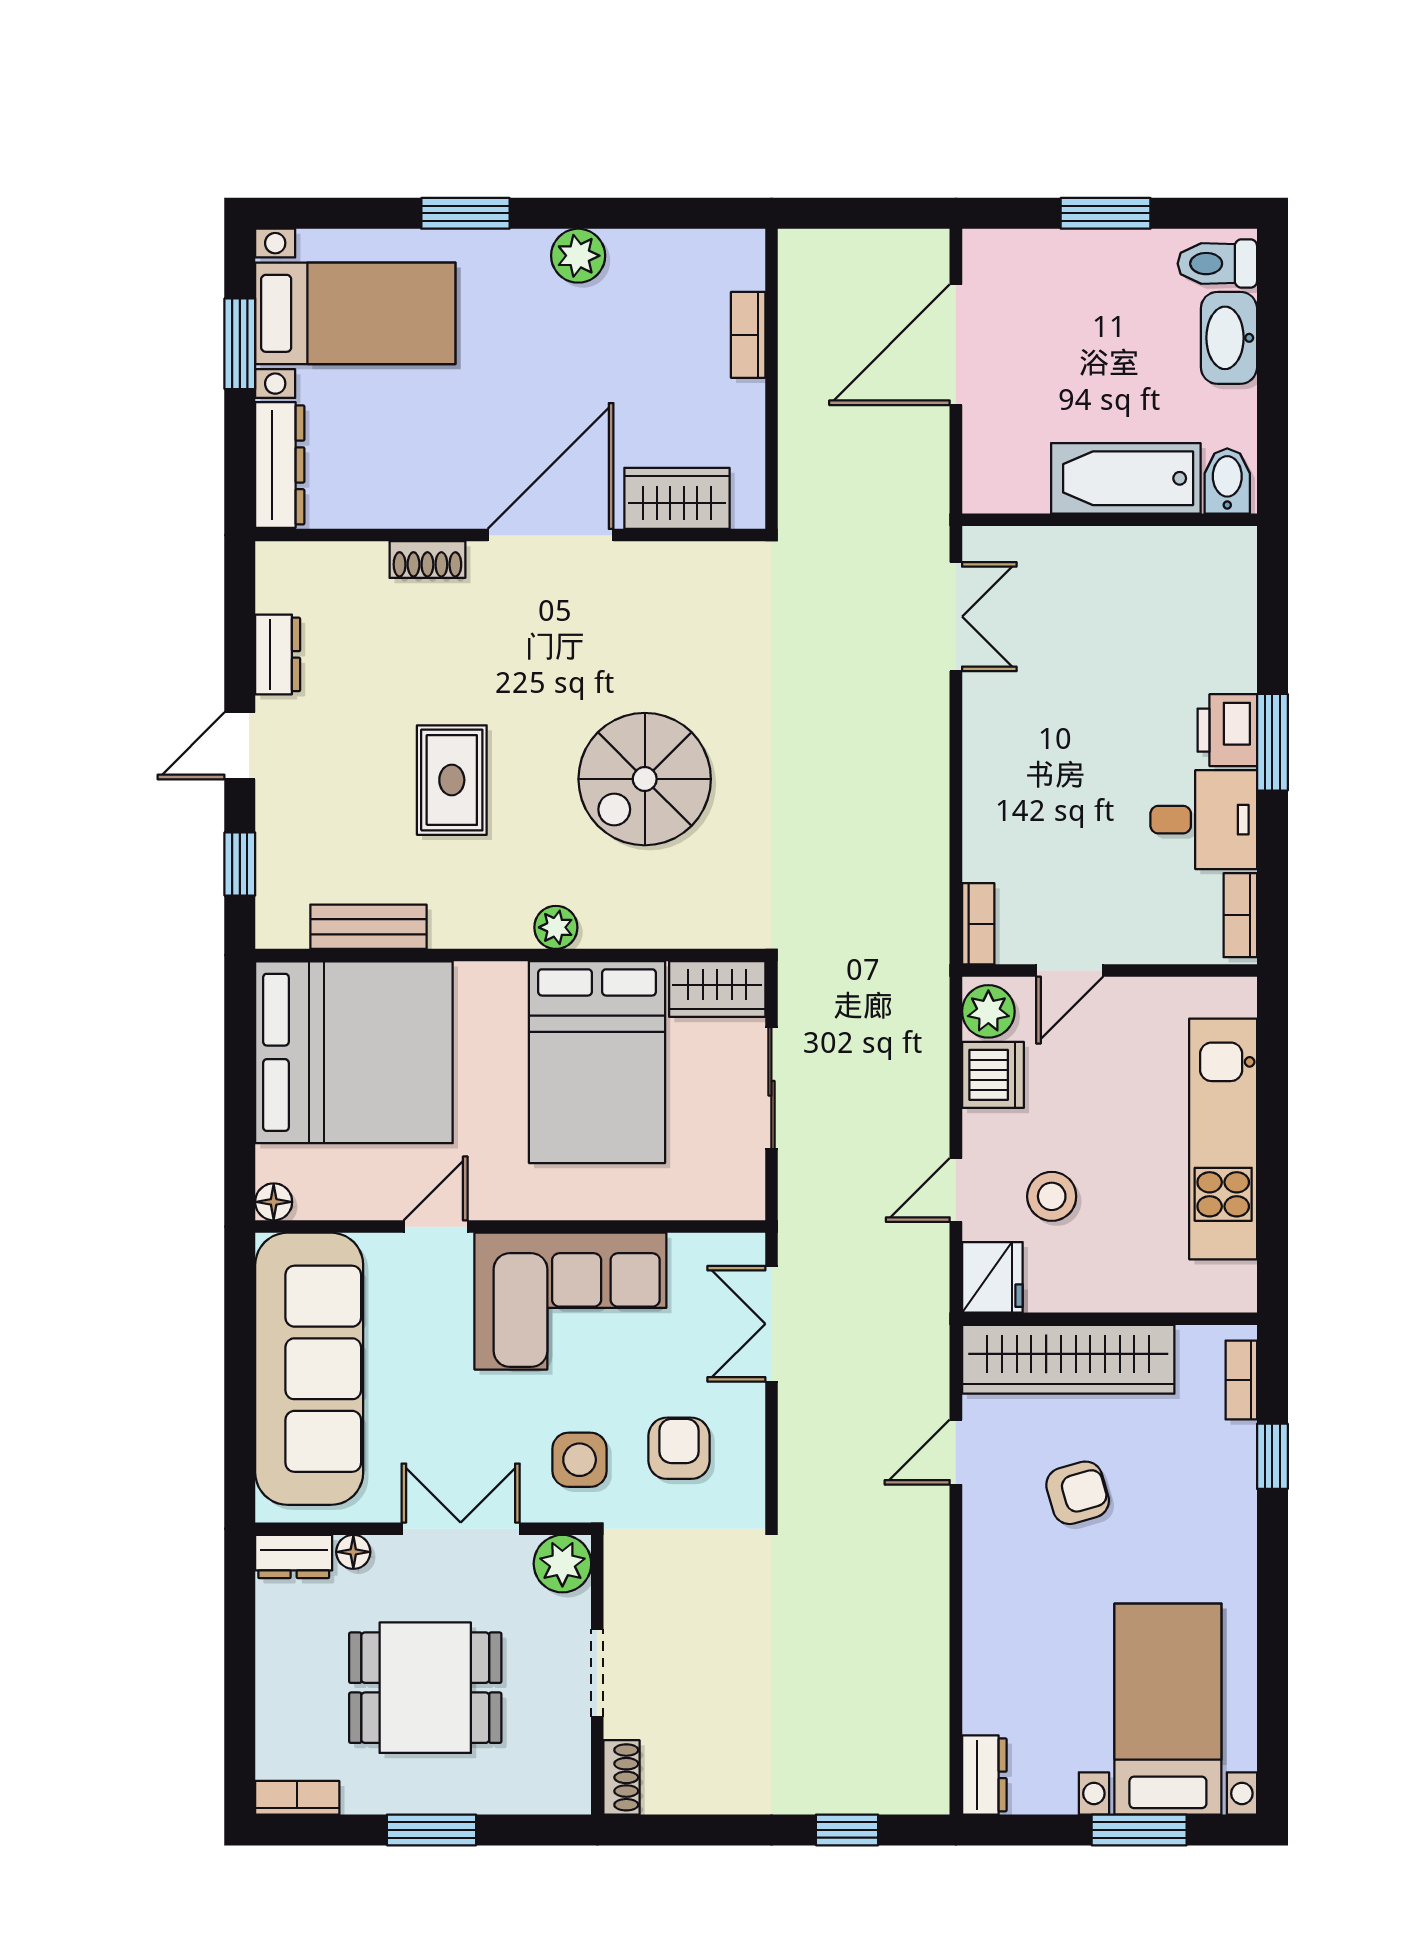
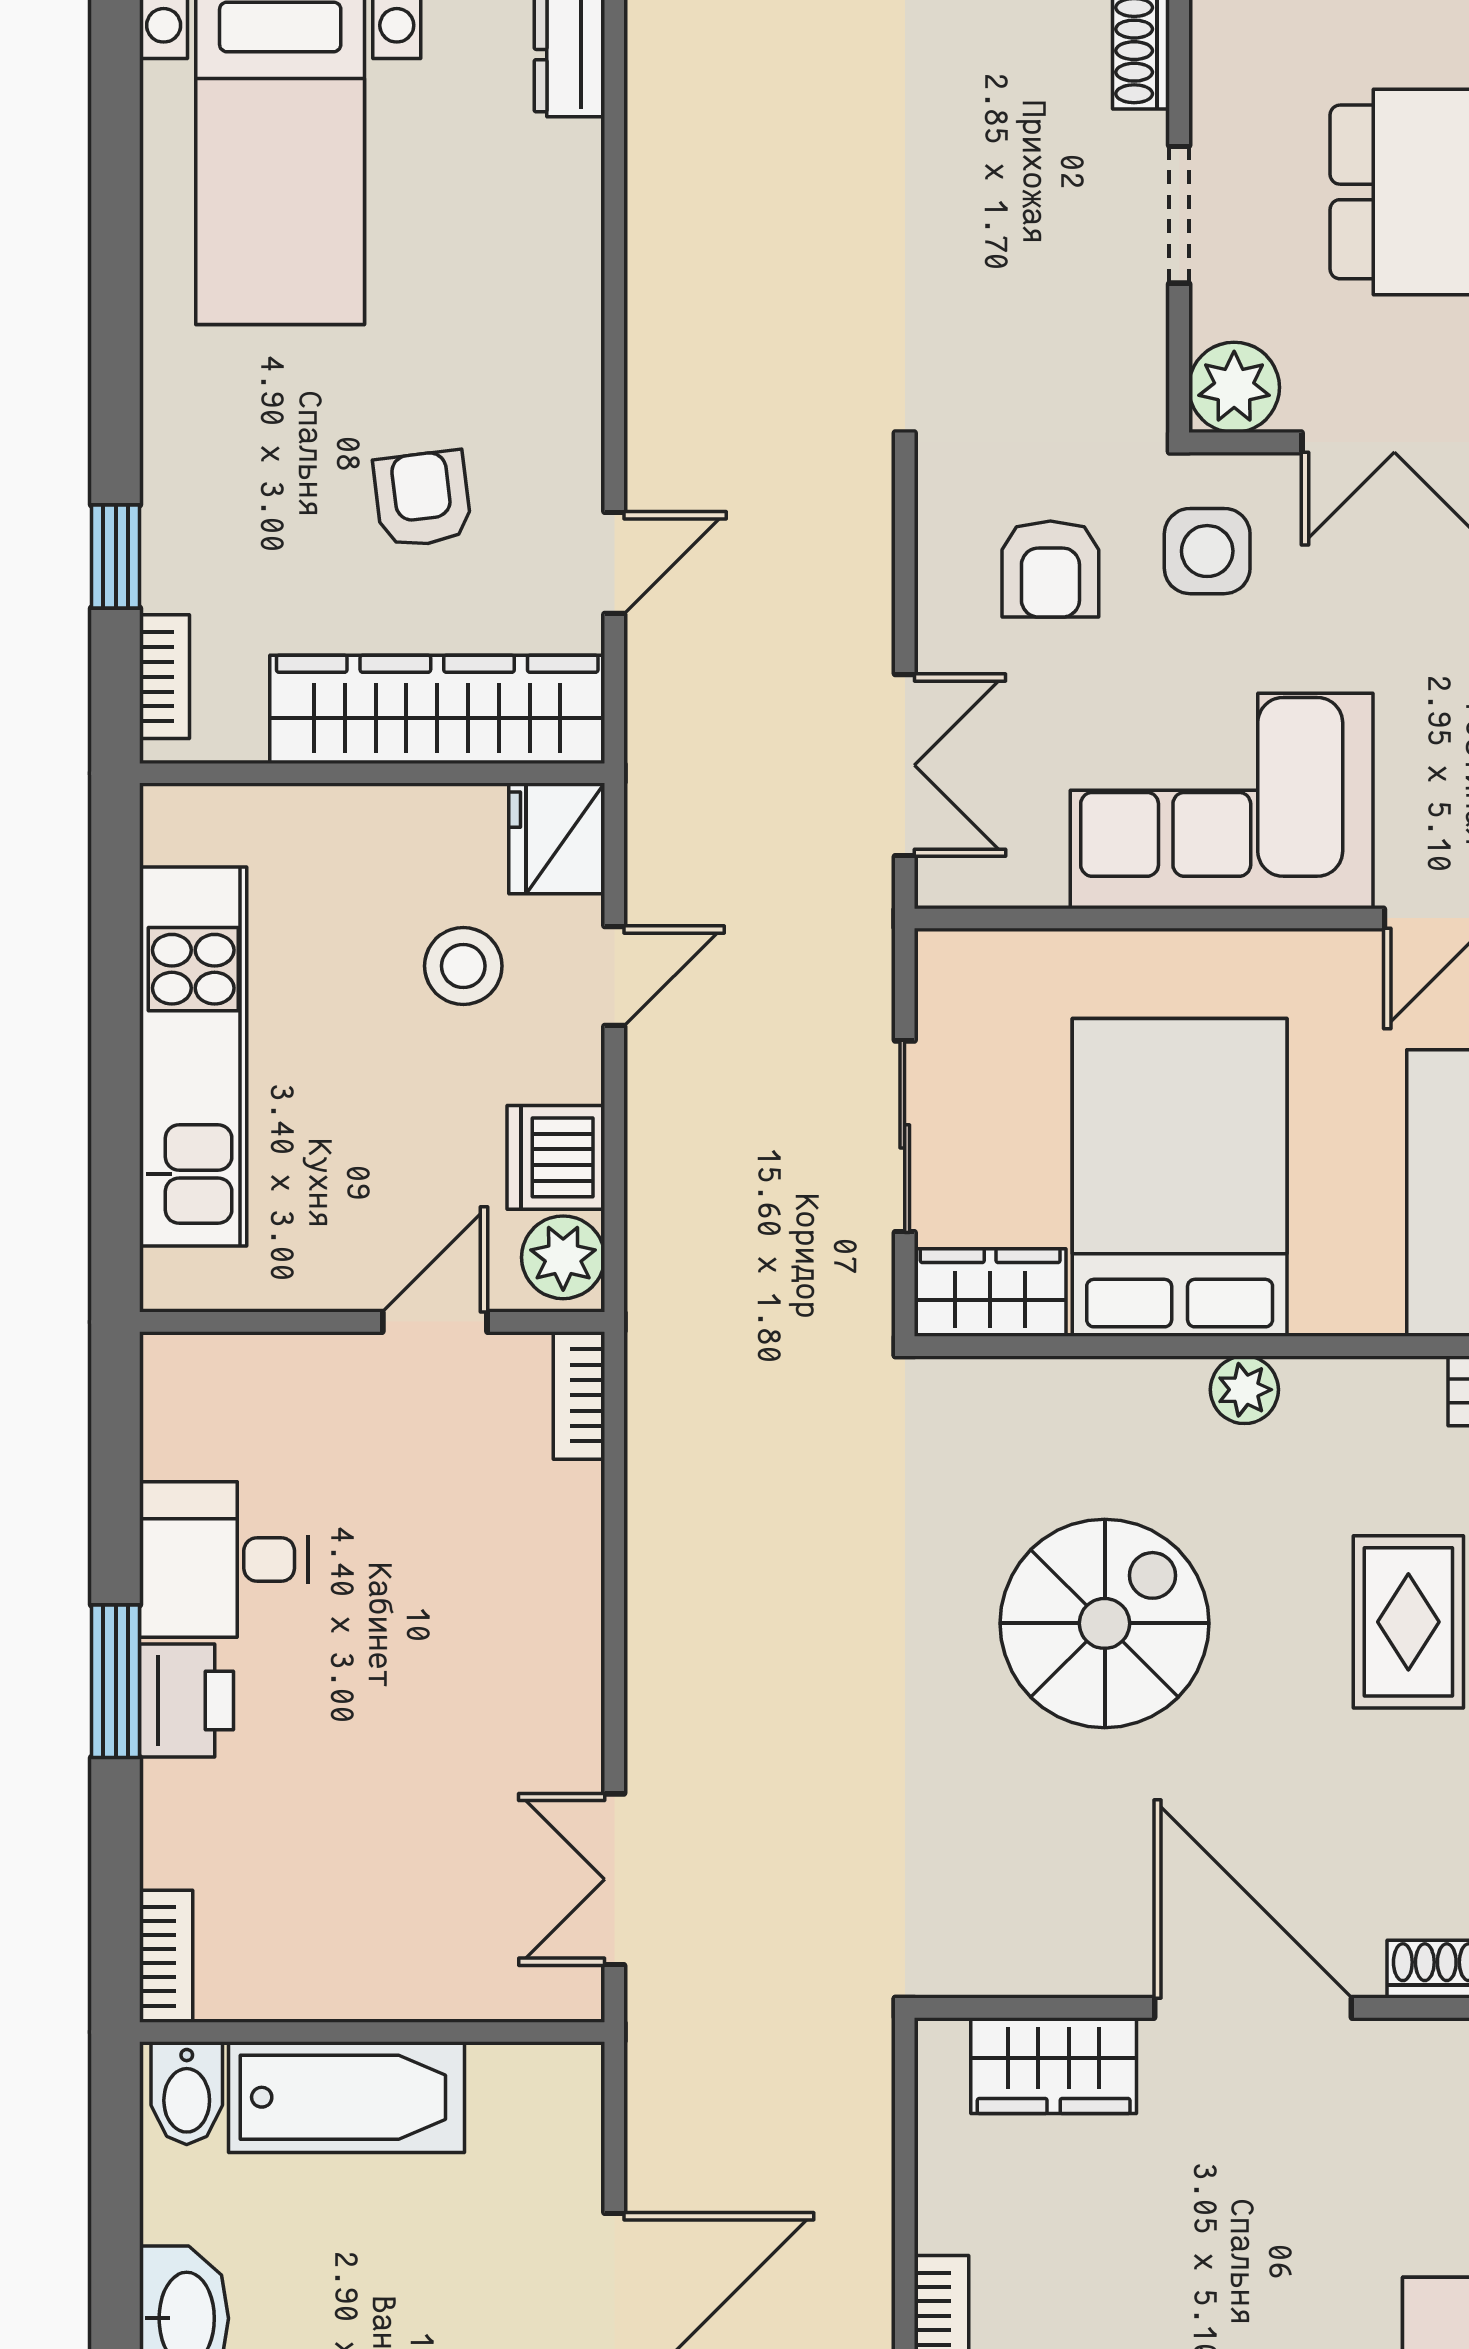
door: (550, 535) -> (1253, 2008), swing flipped
bookcase: (1240, 915) -> (166, 1956), moved
armchair: (1078, 1493) -> (422, 499), turned 99

